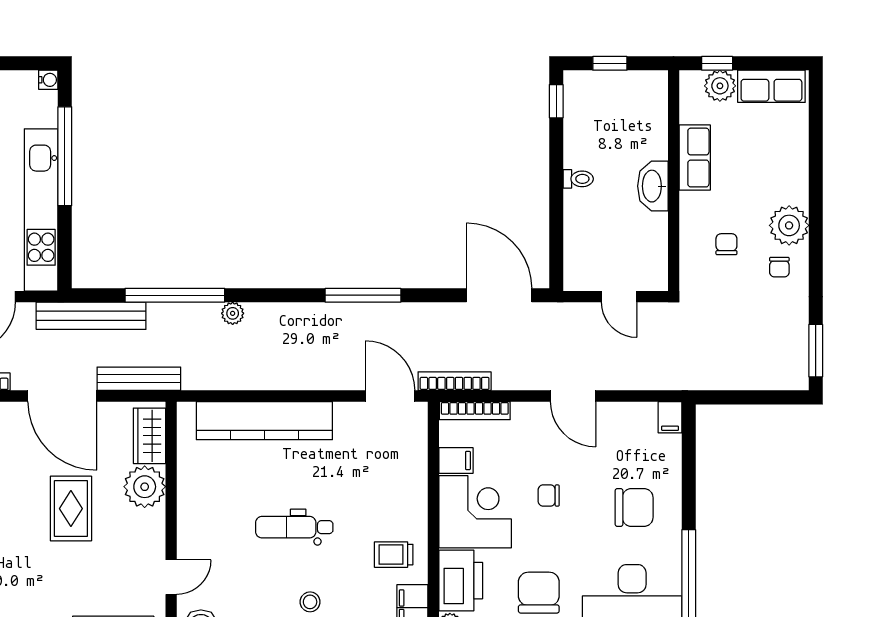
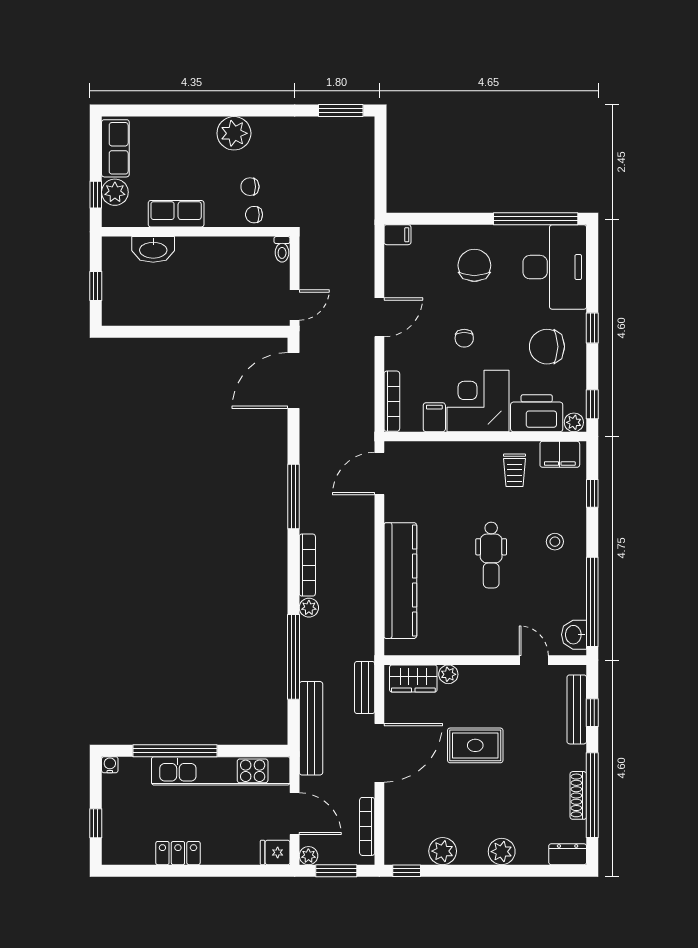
window: (556, 101) -> (128, 332), removed
toilet: (578, 179) -> (282, 249), moved, turned 180
washbasin: (653, 186) -> (153, 249), moved
chair: (779, 267) -> (254, 215), moved, turned 180
door: (619, 297) -> (295, 305), moved
bench: (139, 379) -> (365, 687), width x0.73
bookcase: (455, 381) -> (307, 565), moved, turned 180
plant: (145, 487) -> (448, 674), width x0.53, depth x0.53

